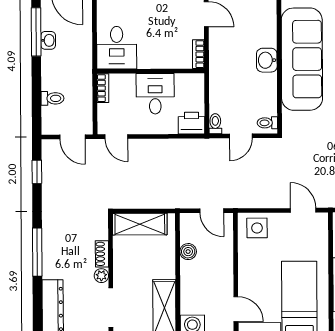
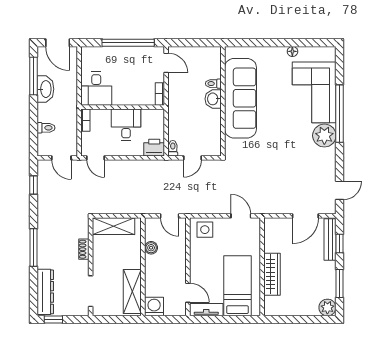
washbasin: (48, 40) -> (45, 89), width x1.91, depth x1.45
toilet: (267, 123) -> (213, 84), moved
plant: (101, 276) -> (83, 266), removed

